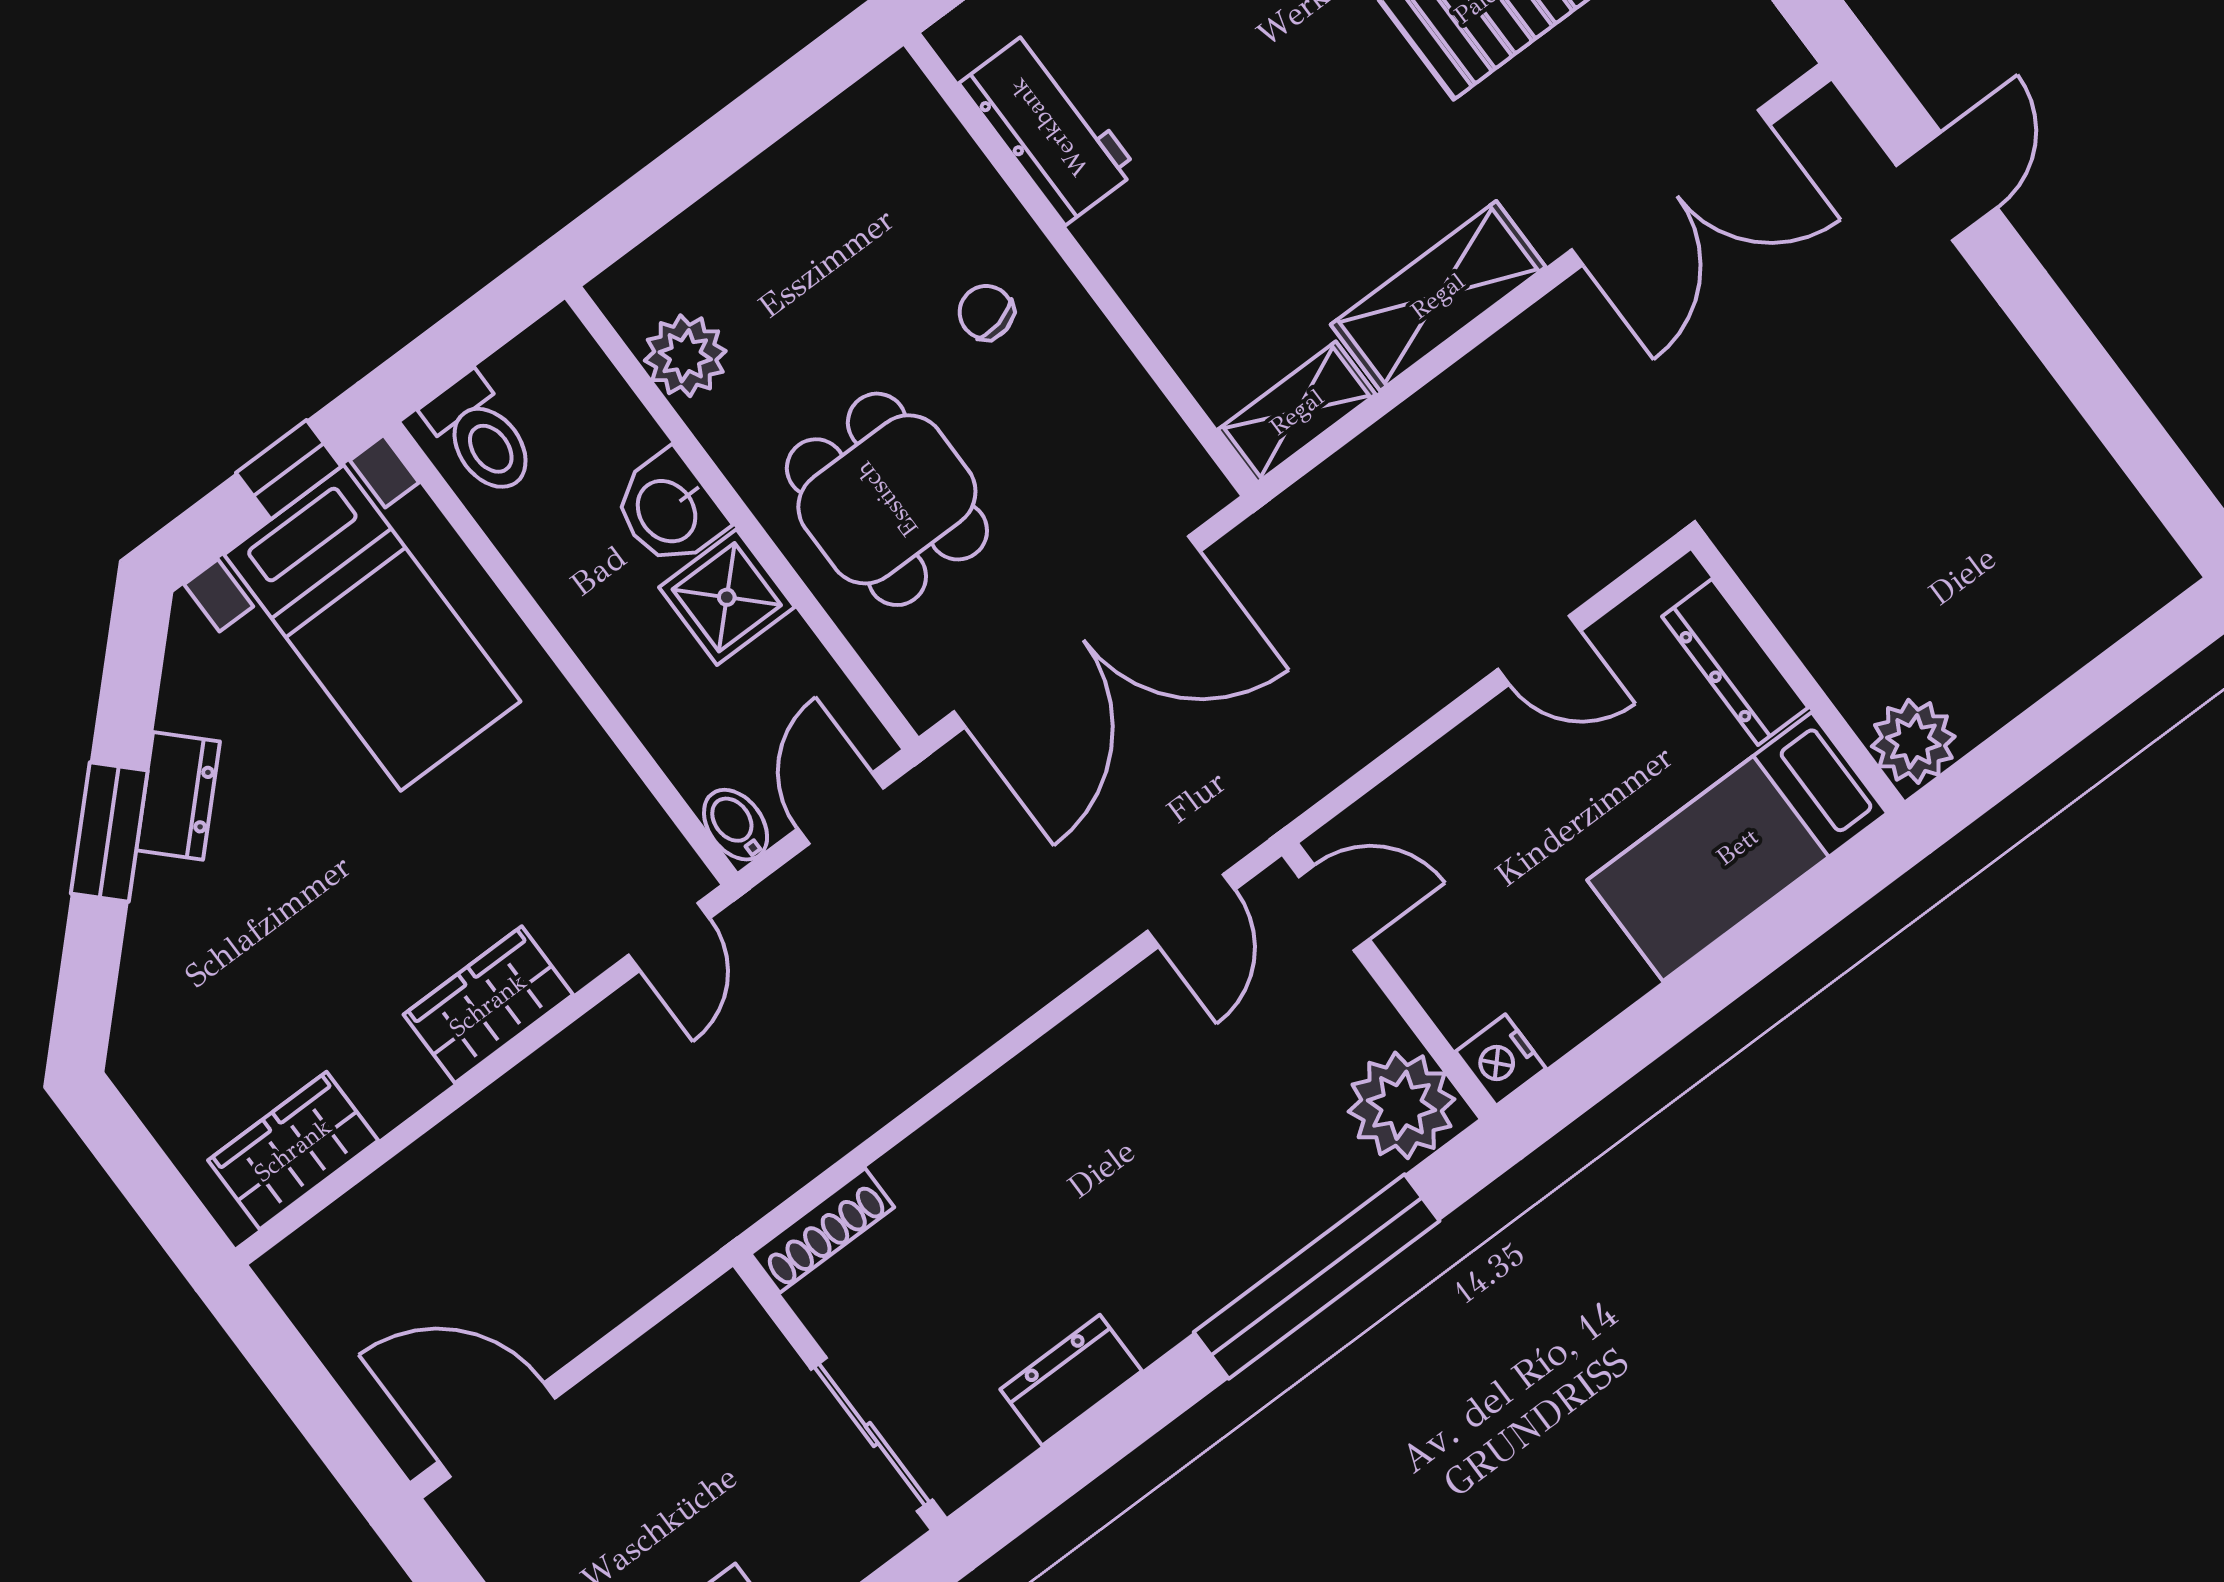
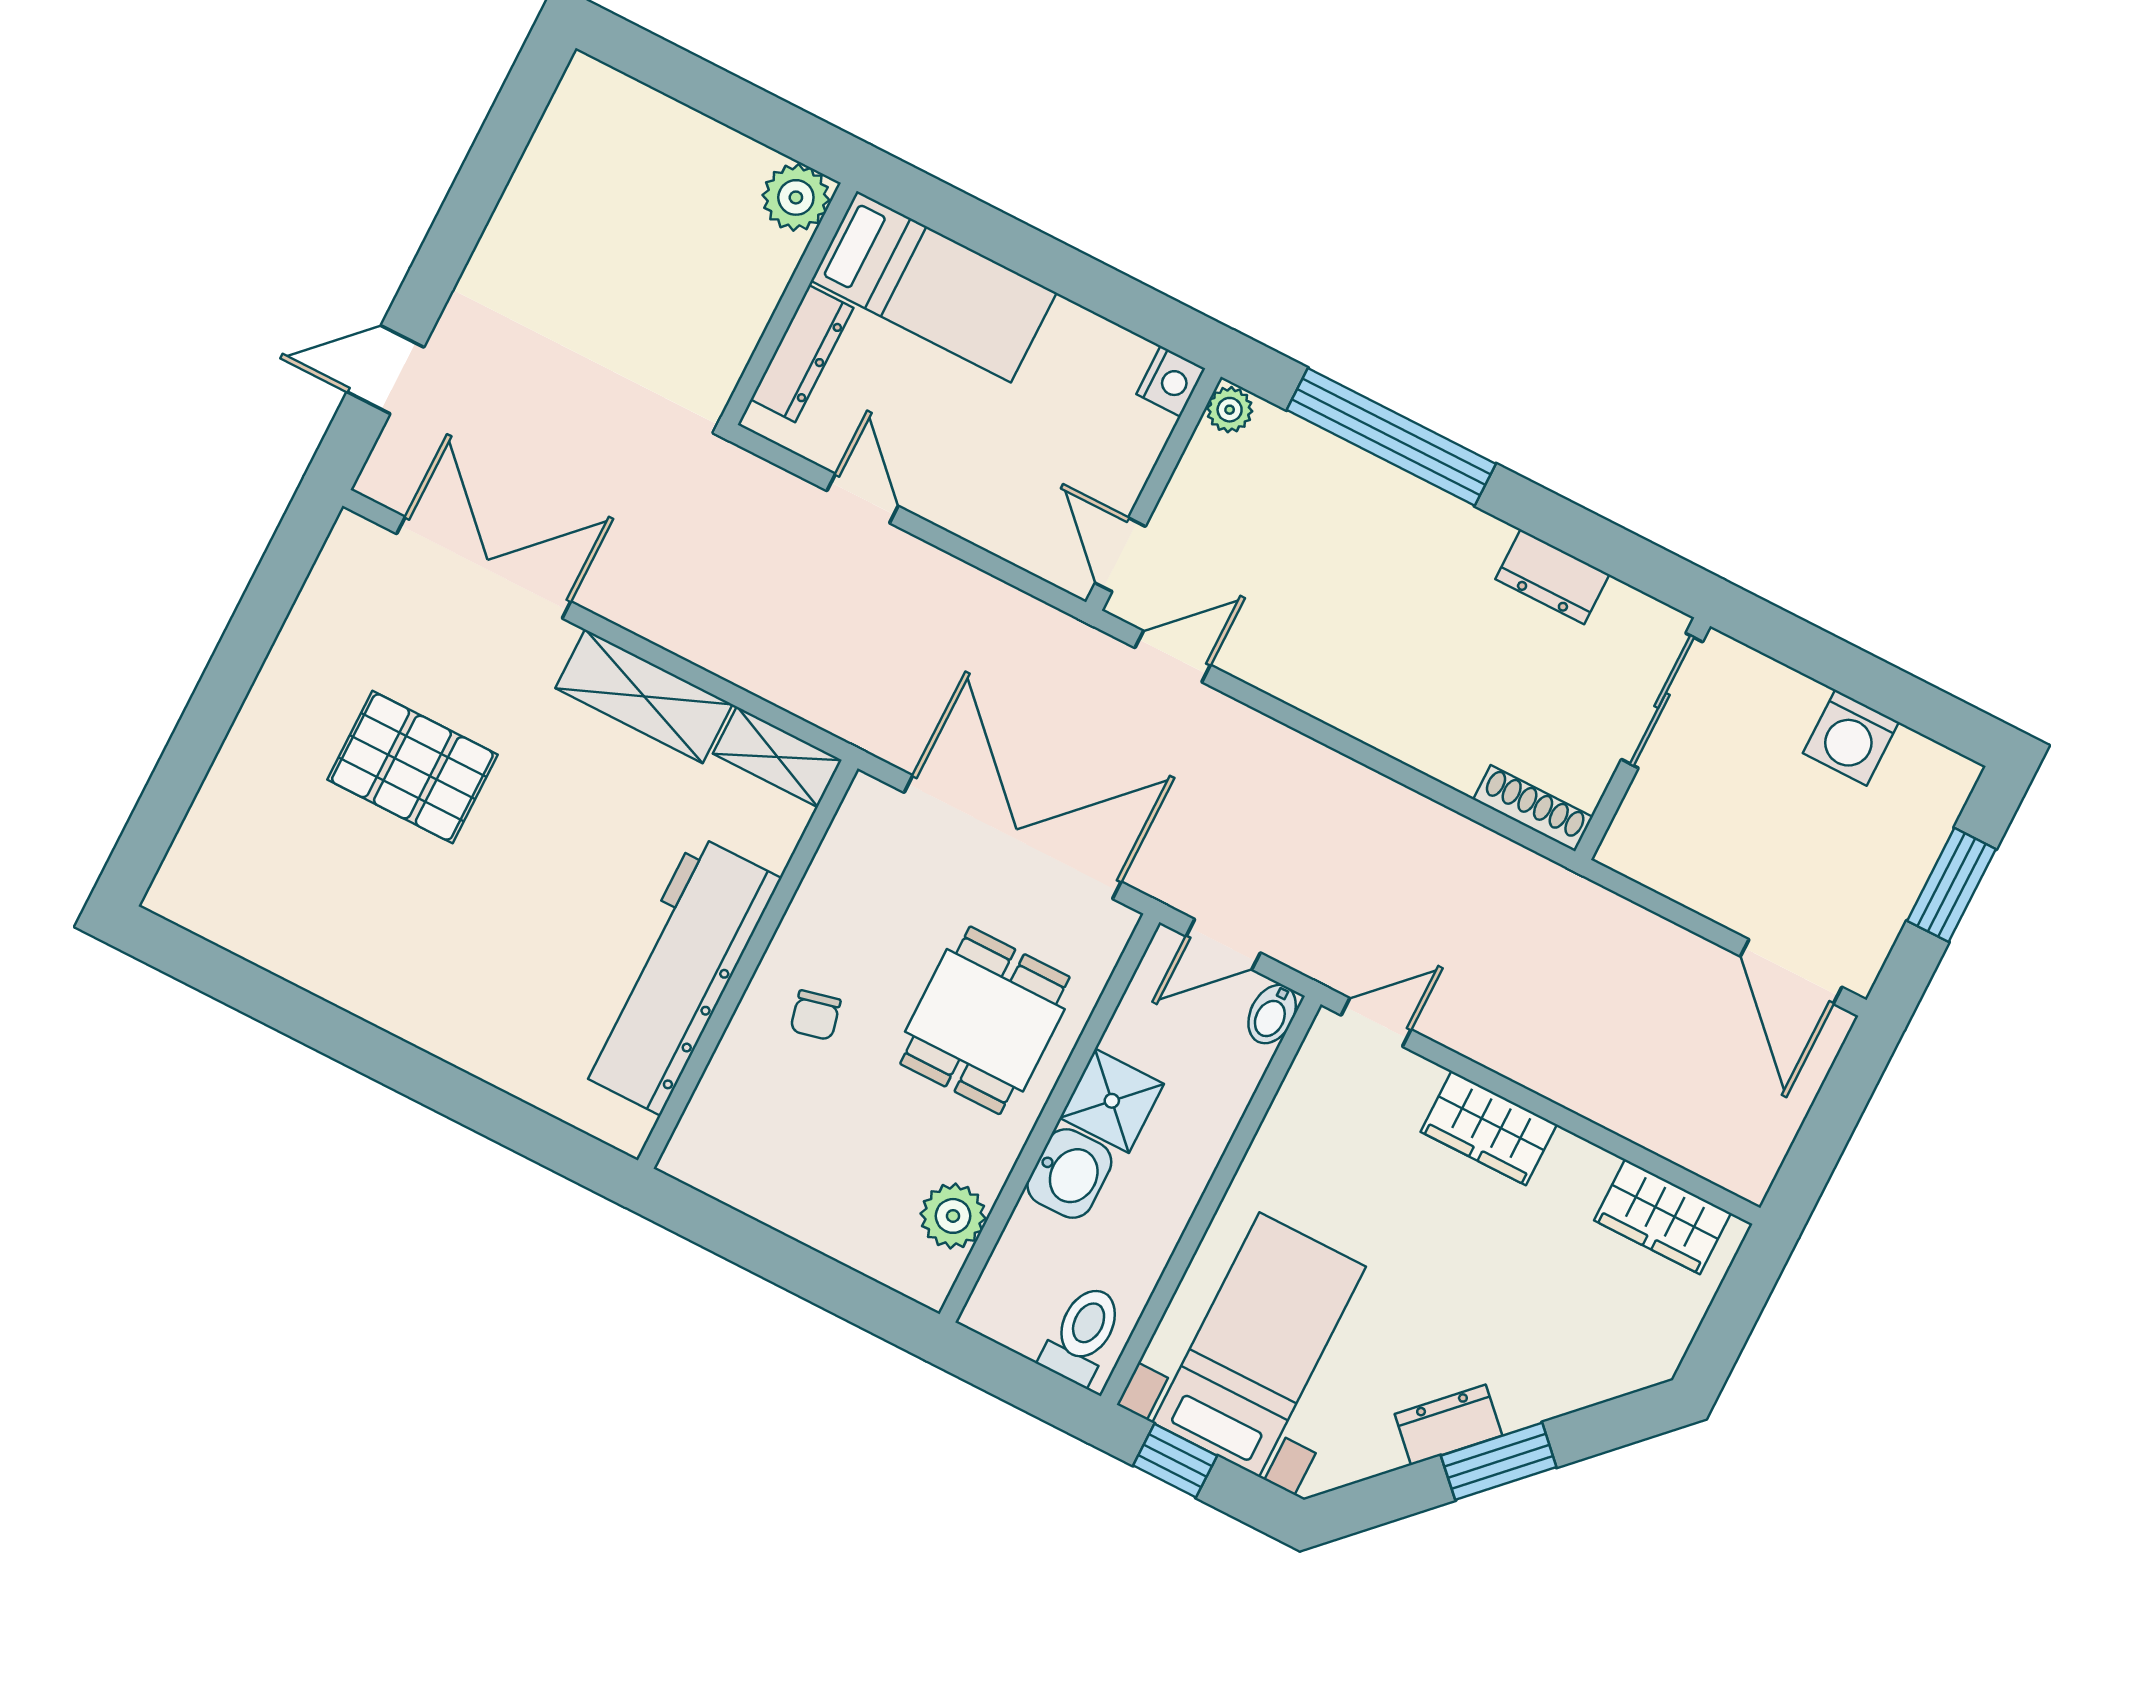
workbench: (1049, 127) -> (678, 975), width x1.88, depth x1.32
plant: (1401, 1105) -> (1230, 410), width x0.53, depth x0.53

